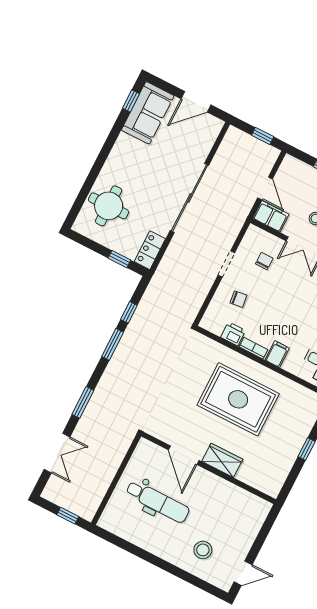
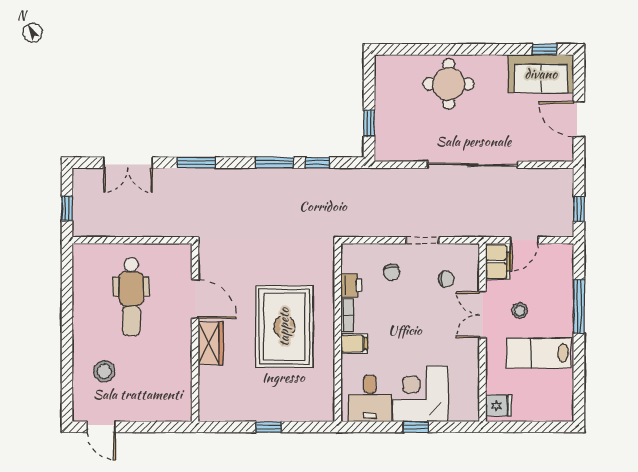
round table: (109, 206) -> (449, 84), moved
locker: (150, 250) -> (395, 151), removed
door: (184, 455) -> (195, 299), swing flipped

